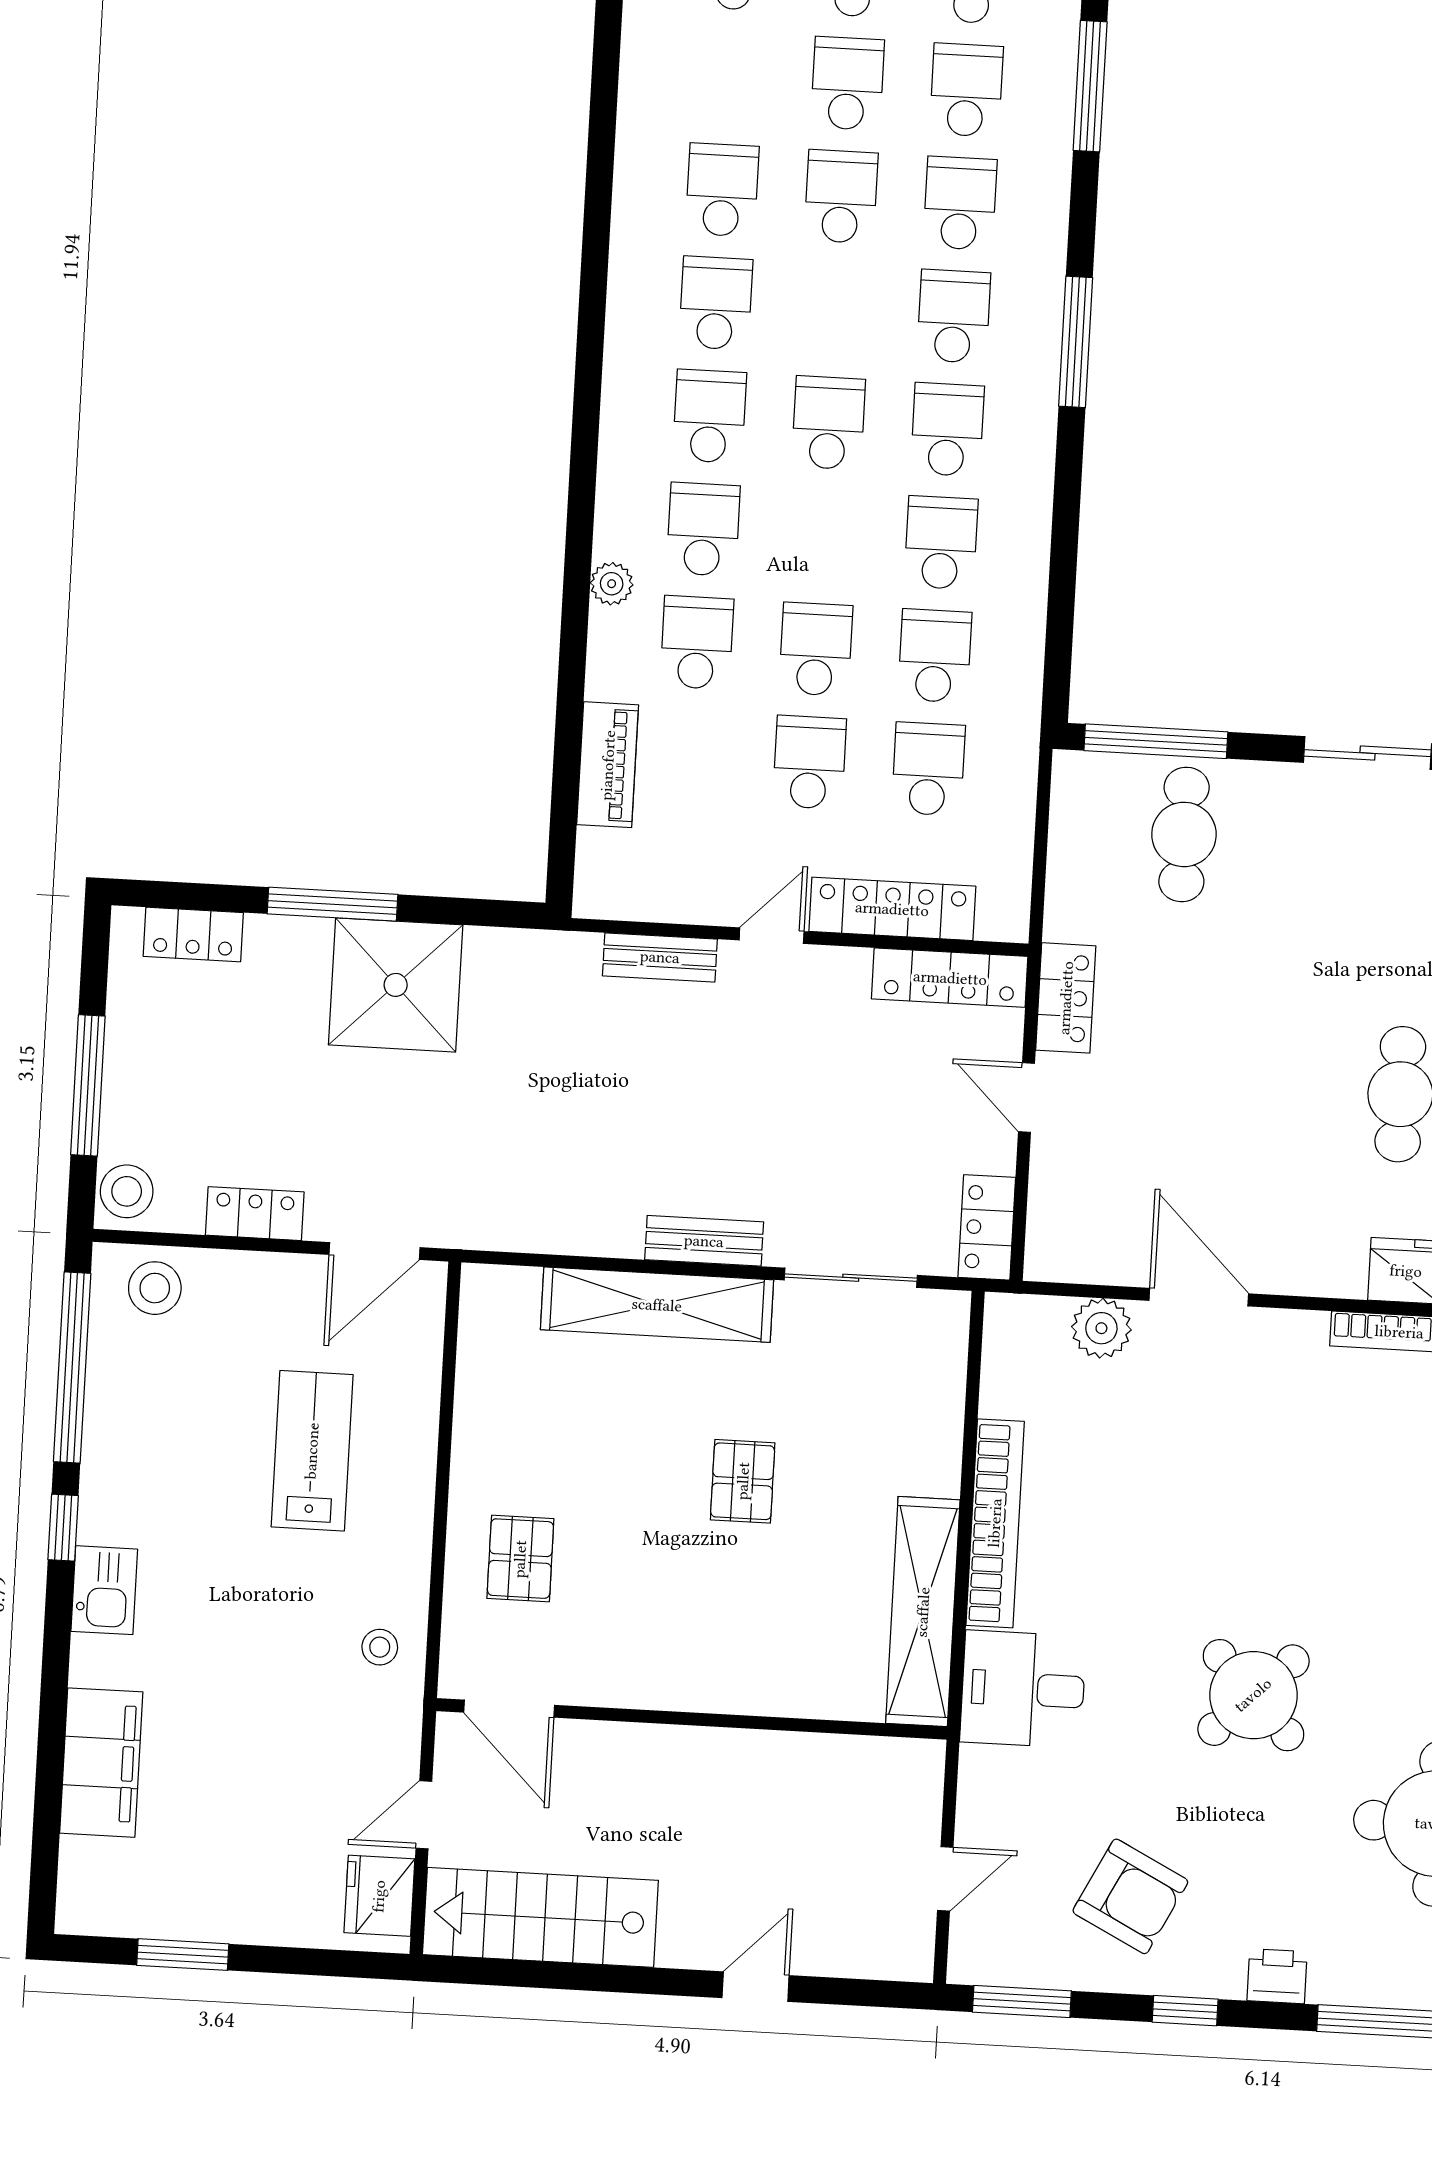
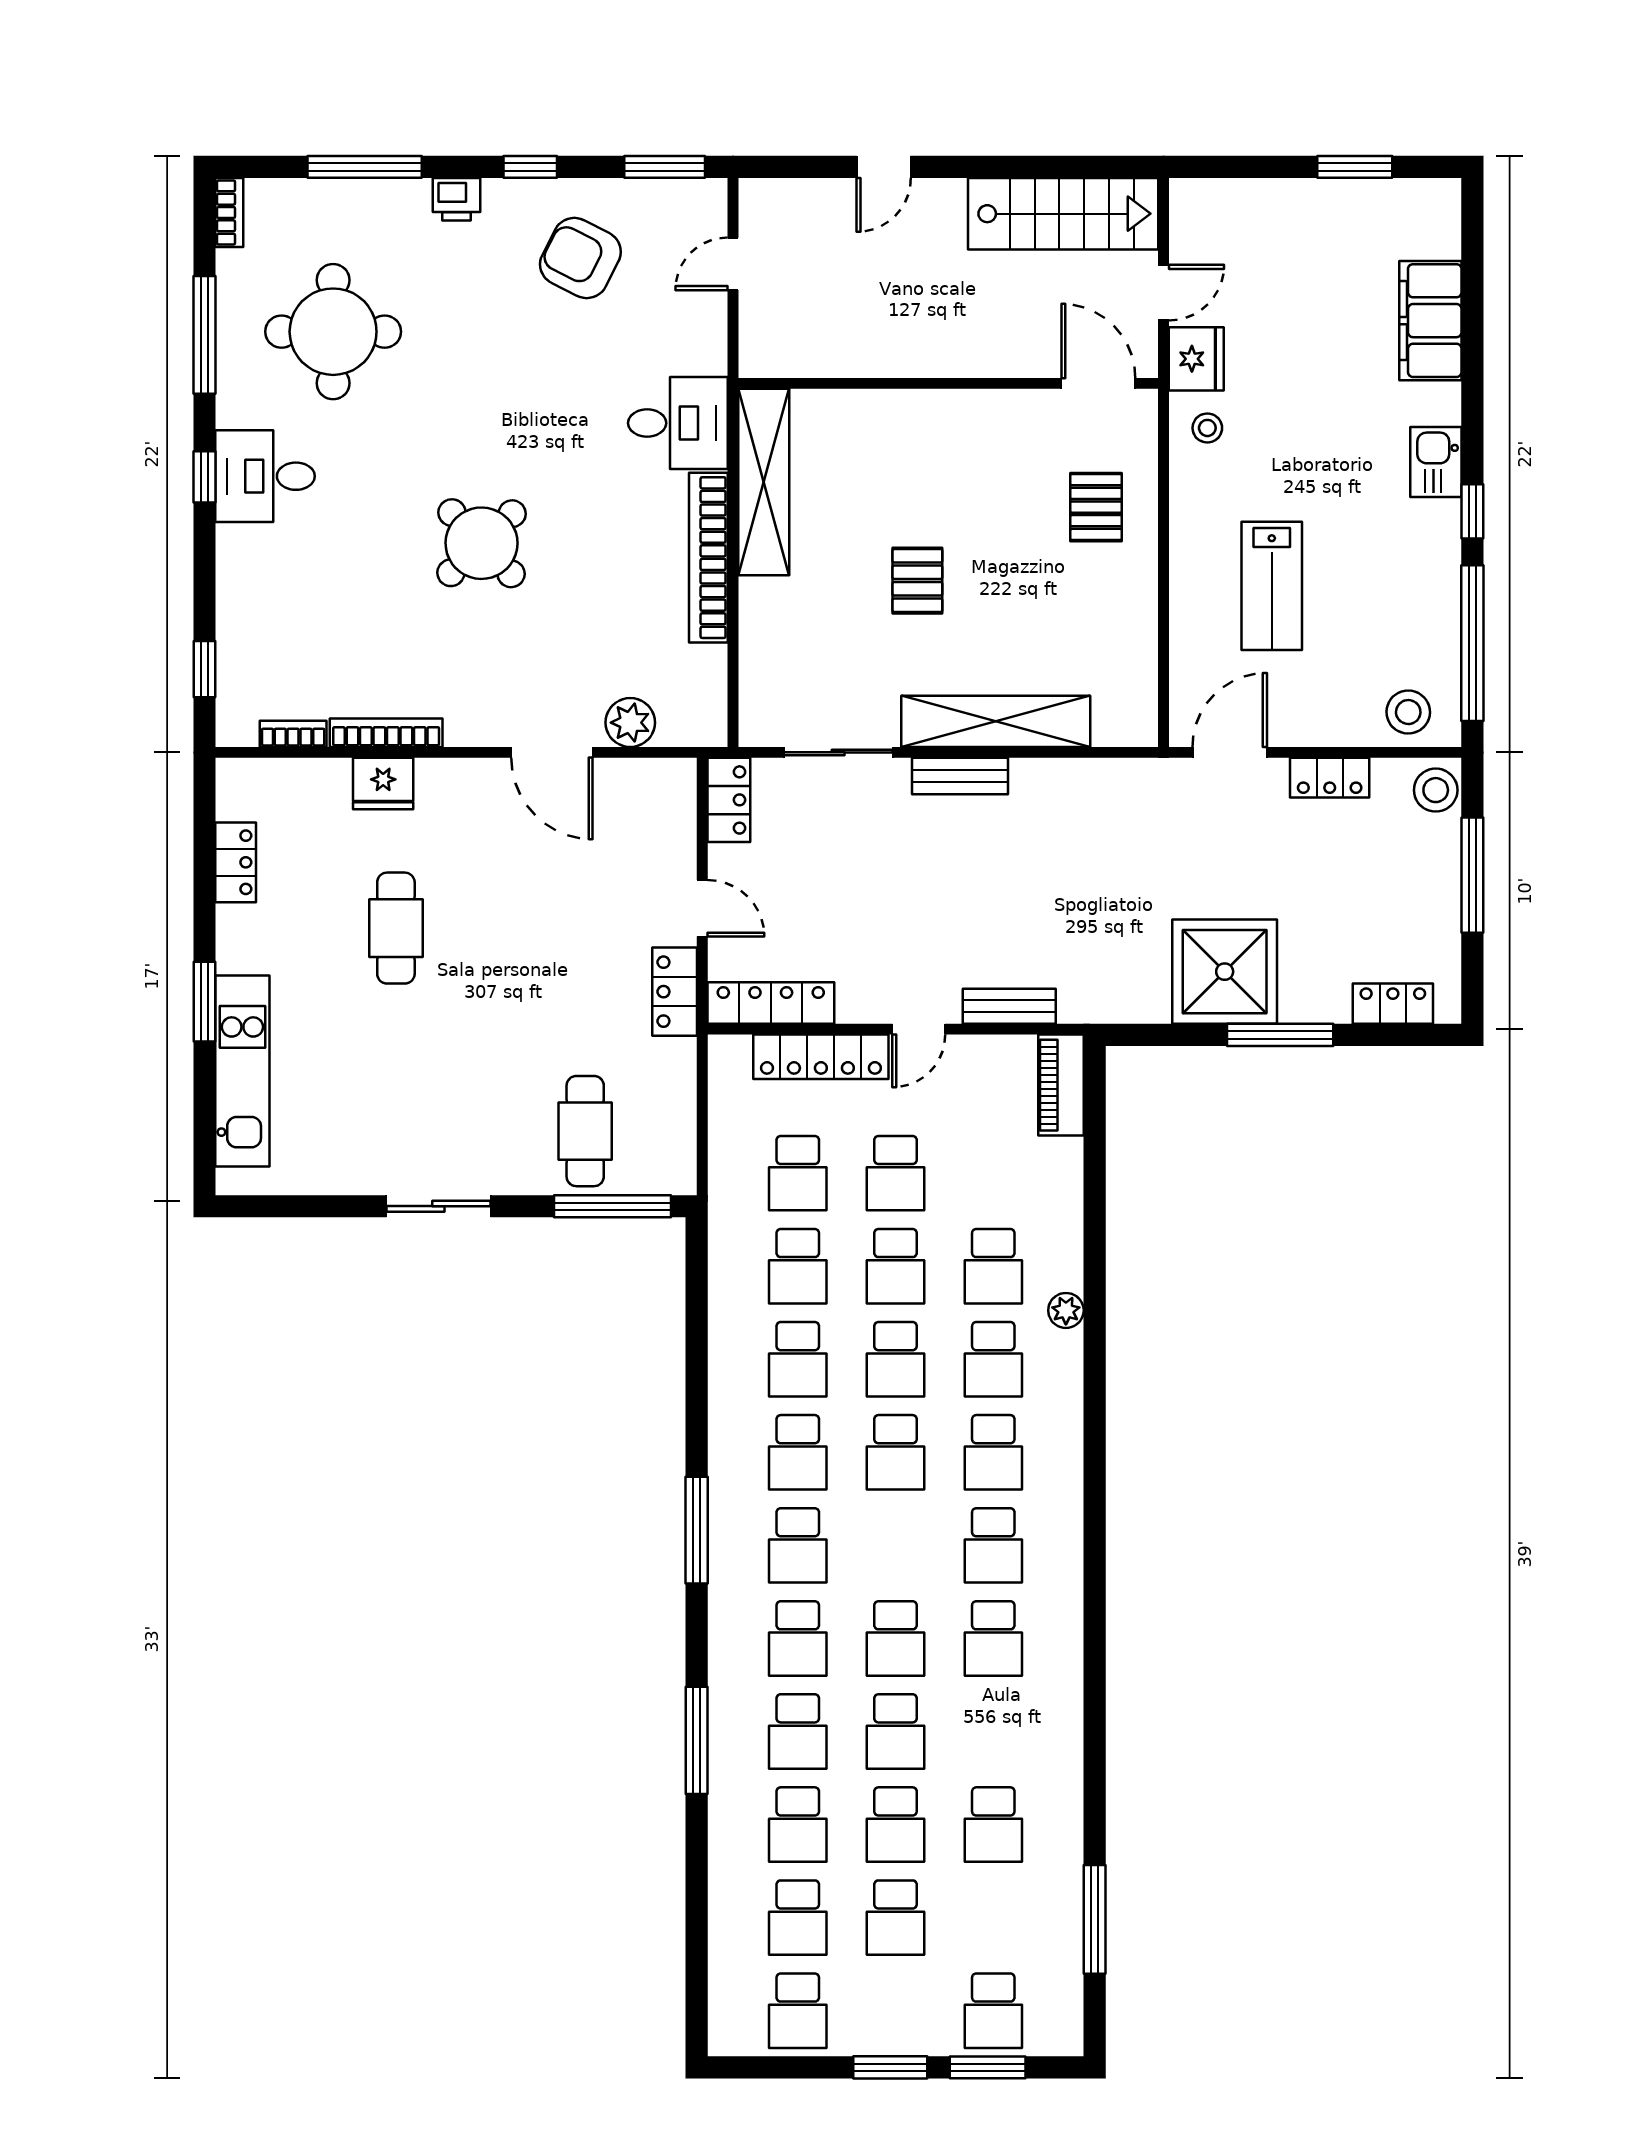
school desk: (822, 536) -> (896, 1359), added
piano: (608, 765) -> (1061, 1085), moved
round table: (1253, 1695) -> (482, 543), moved
fridge: (379, 1896) -> (1196, 359), moved

